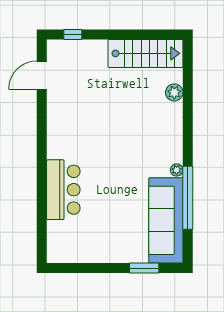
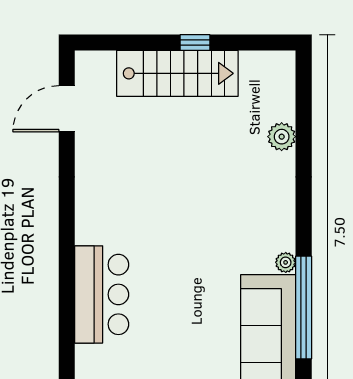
window: (73, 34) -> (195, 43), moved
stairs: (145, 53) -> (177, 73), moved

